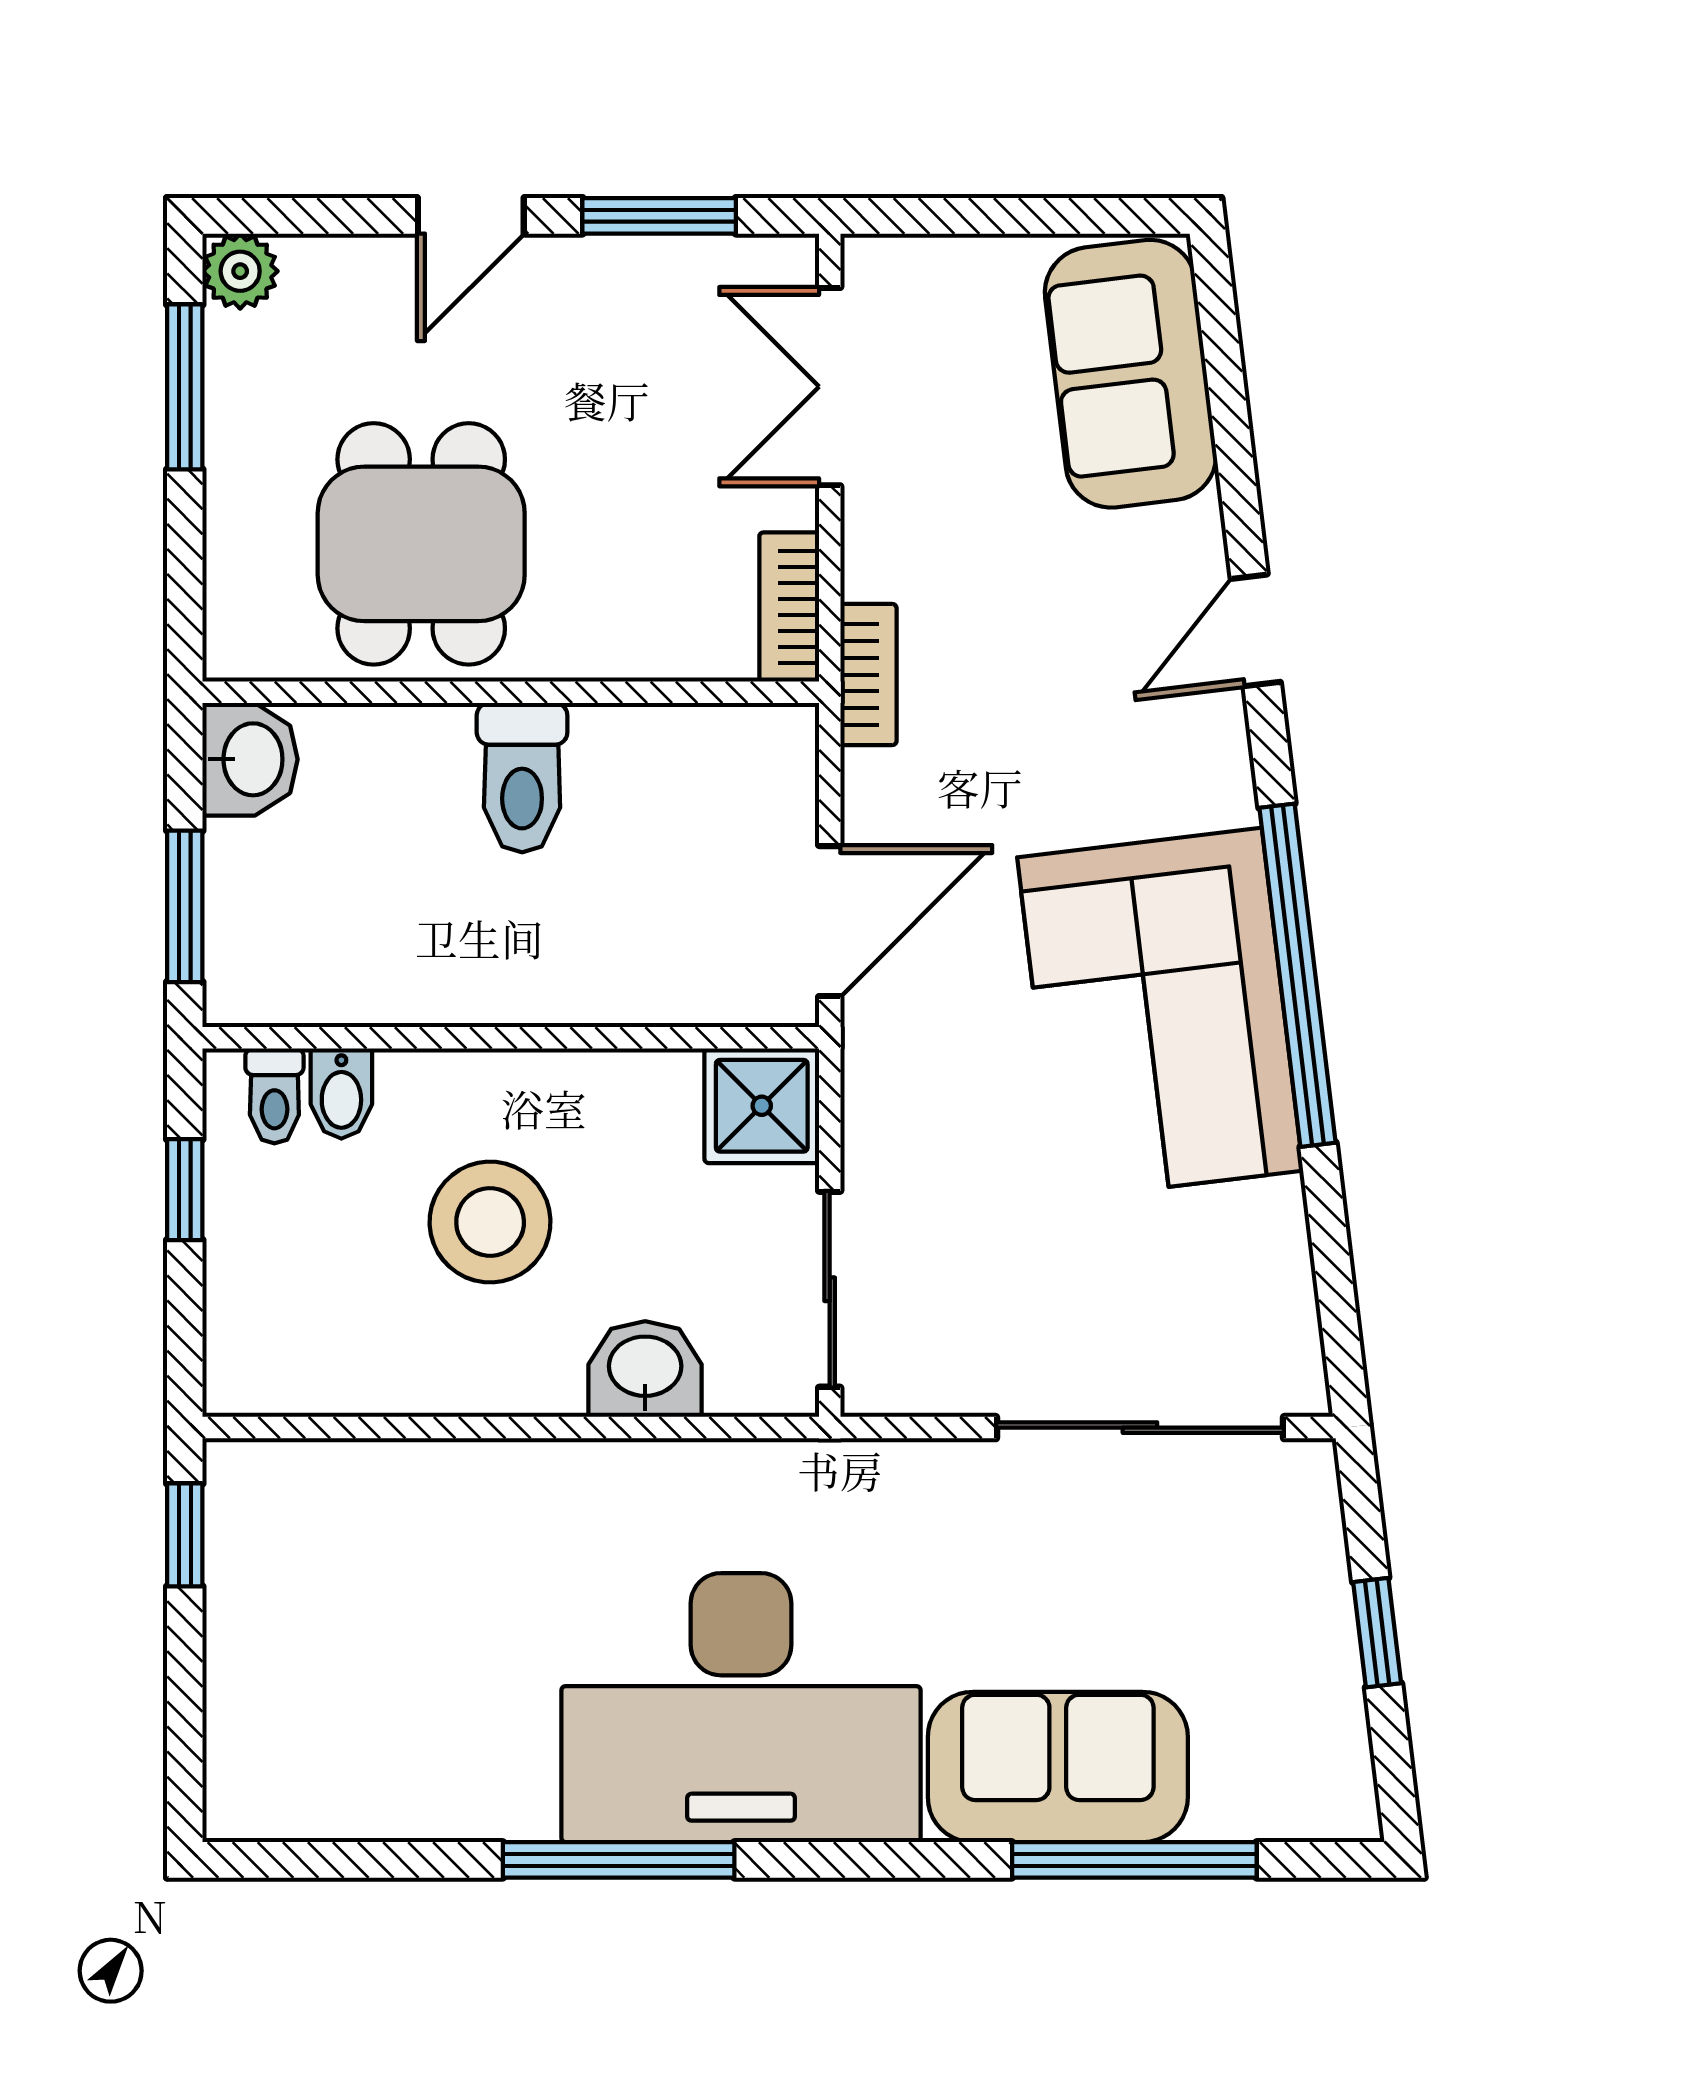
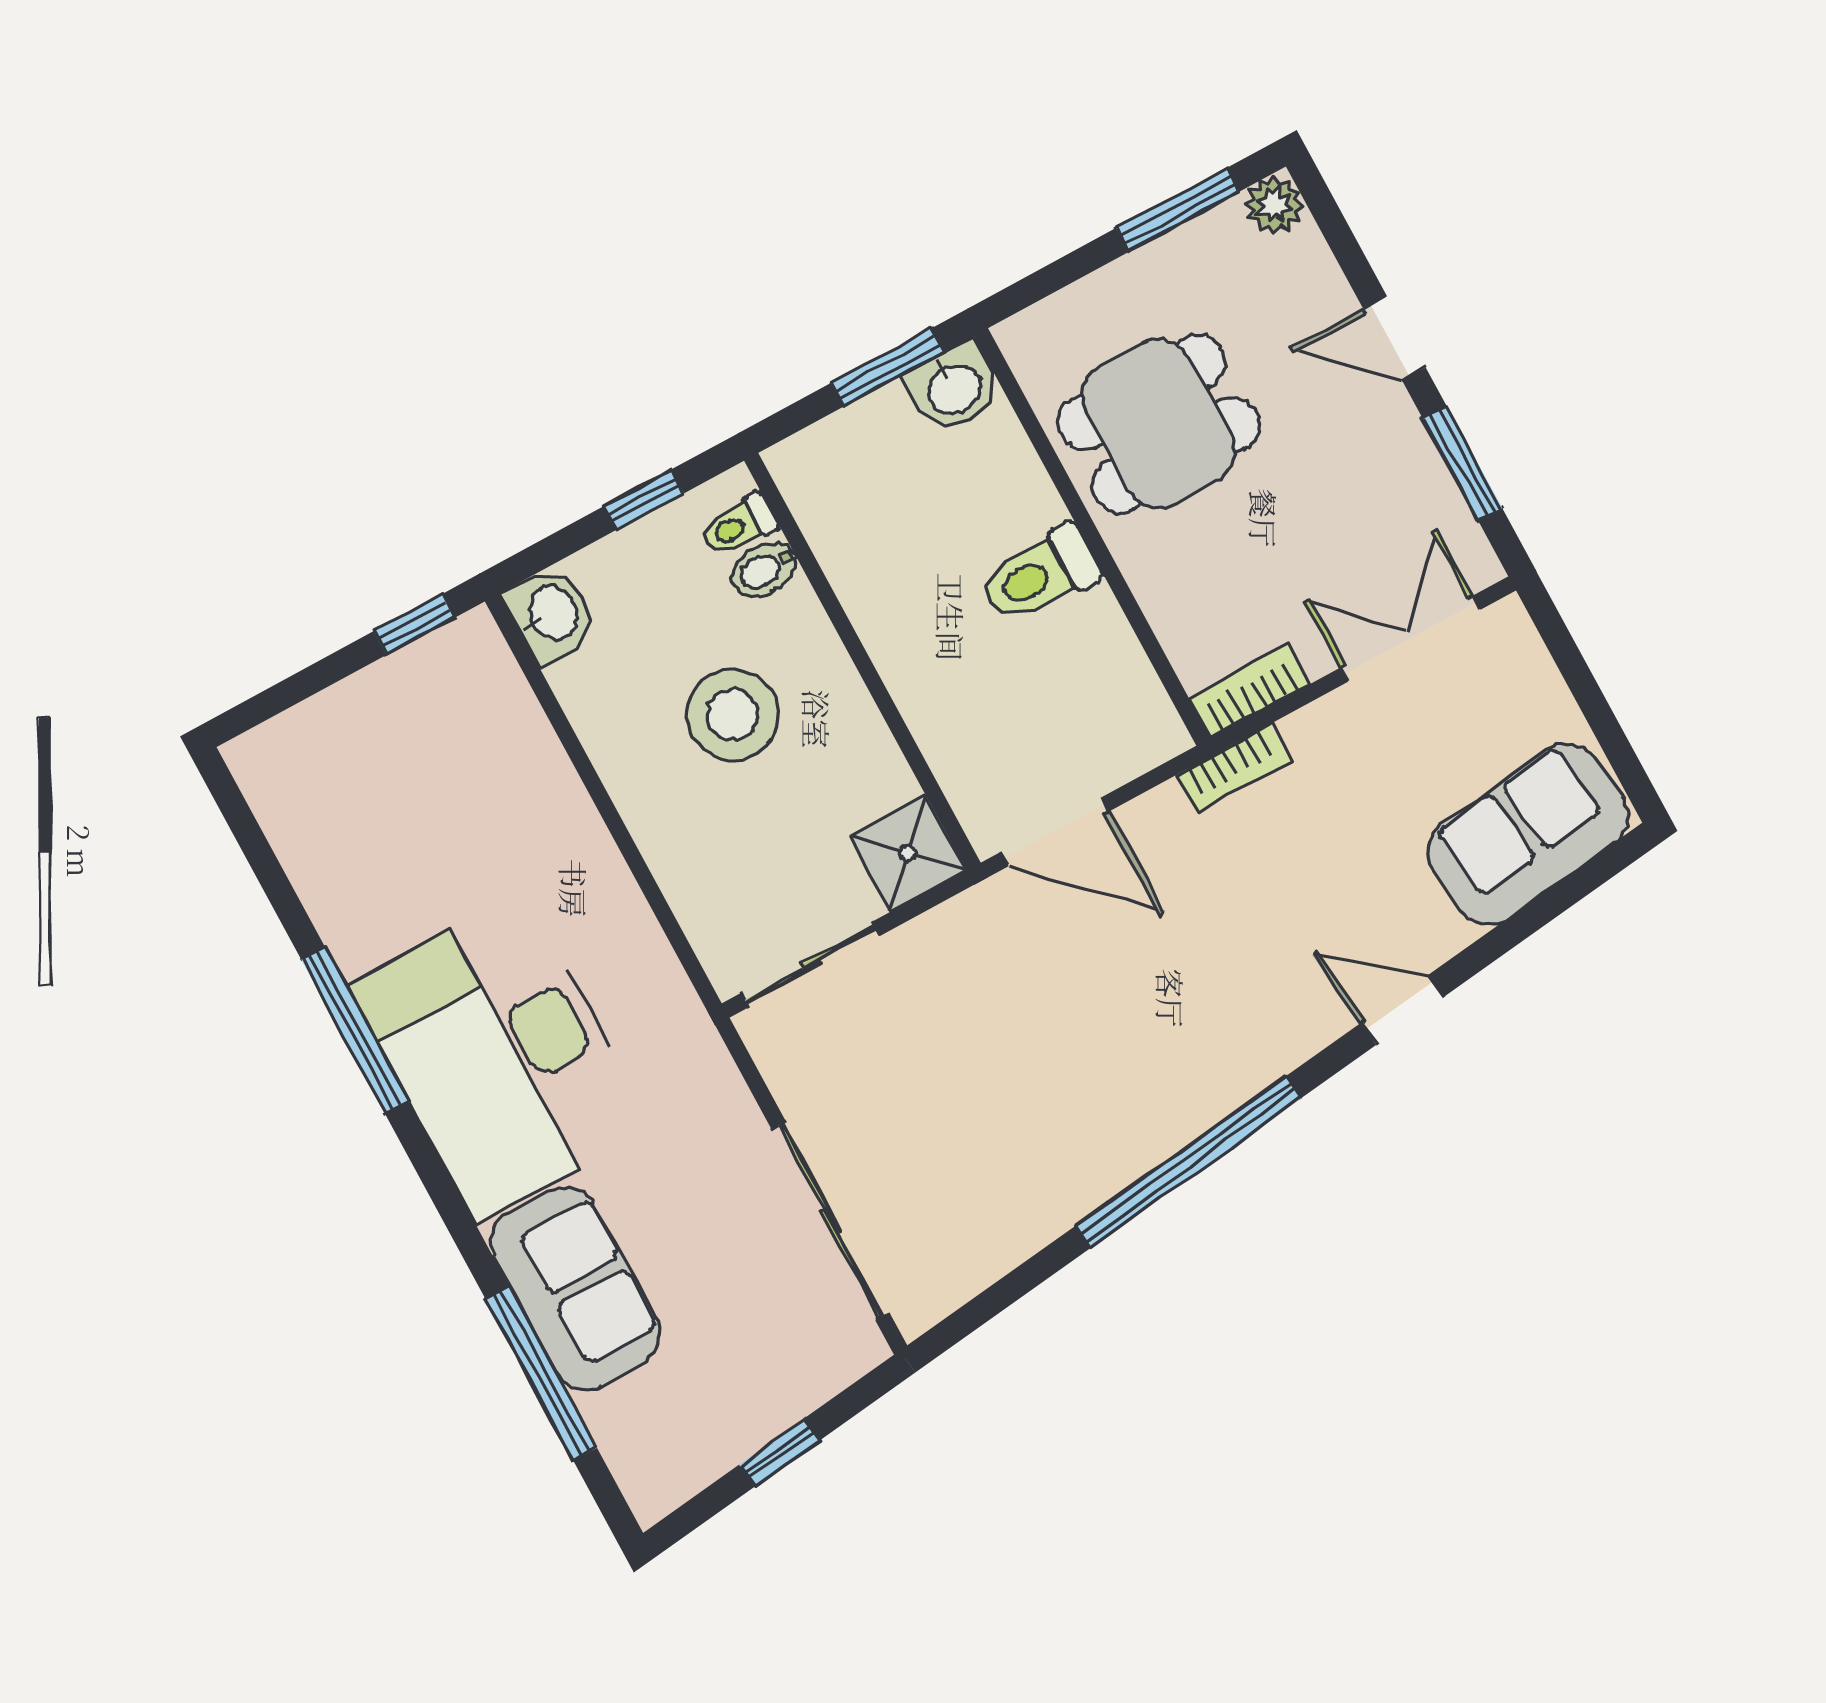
window: (185, 906) -> (888, 367), moved
corner sofa: (1160, 1014) -> (1113, 1085), removed
washbasin: (645, 1369) -> (551, 614), moved

